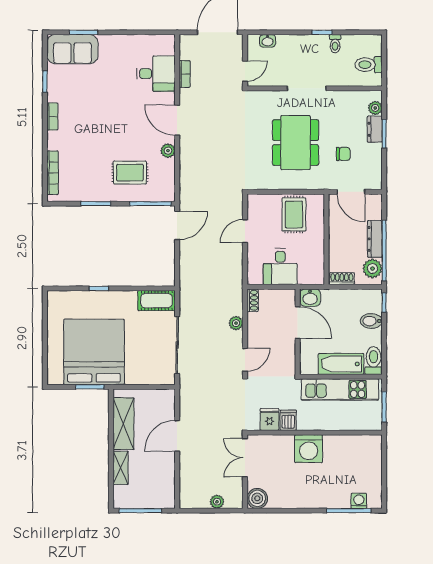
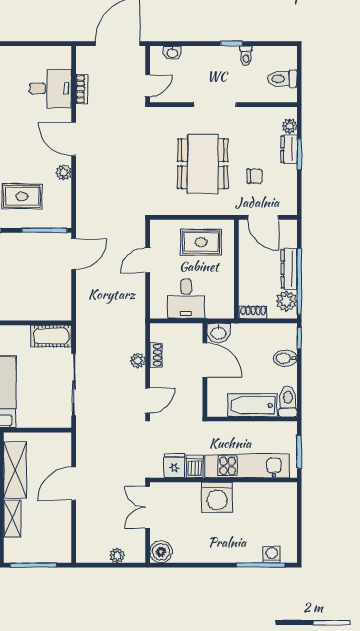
rug: (294, 214) -> (201, 242), turned 90
shoe rack: (253, 300) -> (156, 355), moved
kitchen unit: (340, 390) -> (247, 466), moved, turned 180

